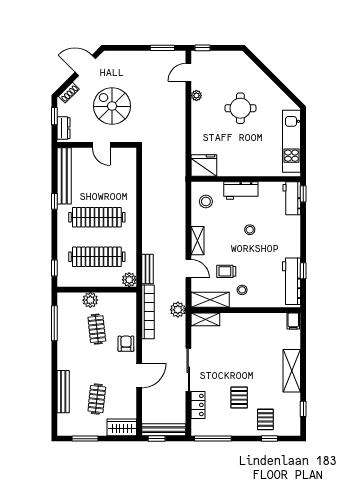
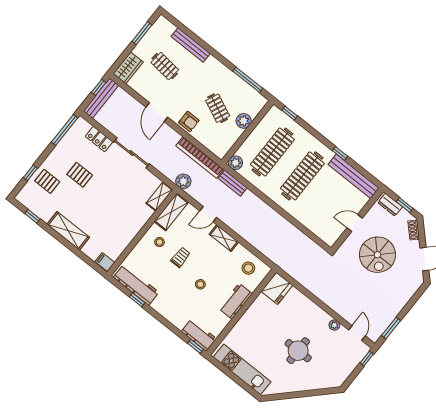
spiral stairs: (112, 106) -> (377, 255), turned 90
trolley: (226, 271) -> (180, 257), moved
clothes rail: (97, 329) -> (218, 108), turned 30

